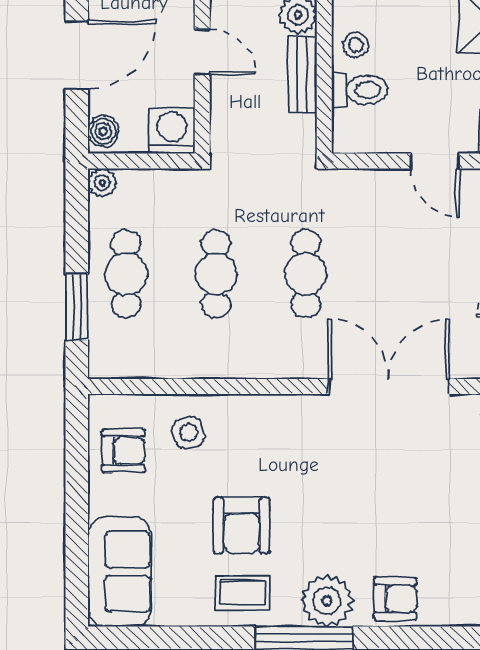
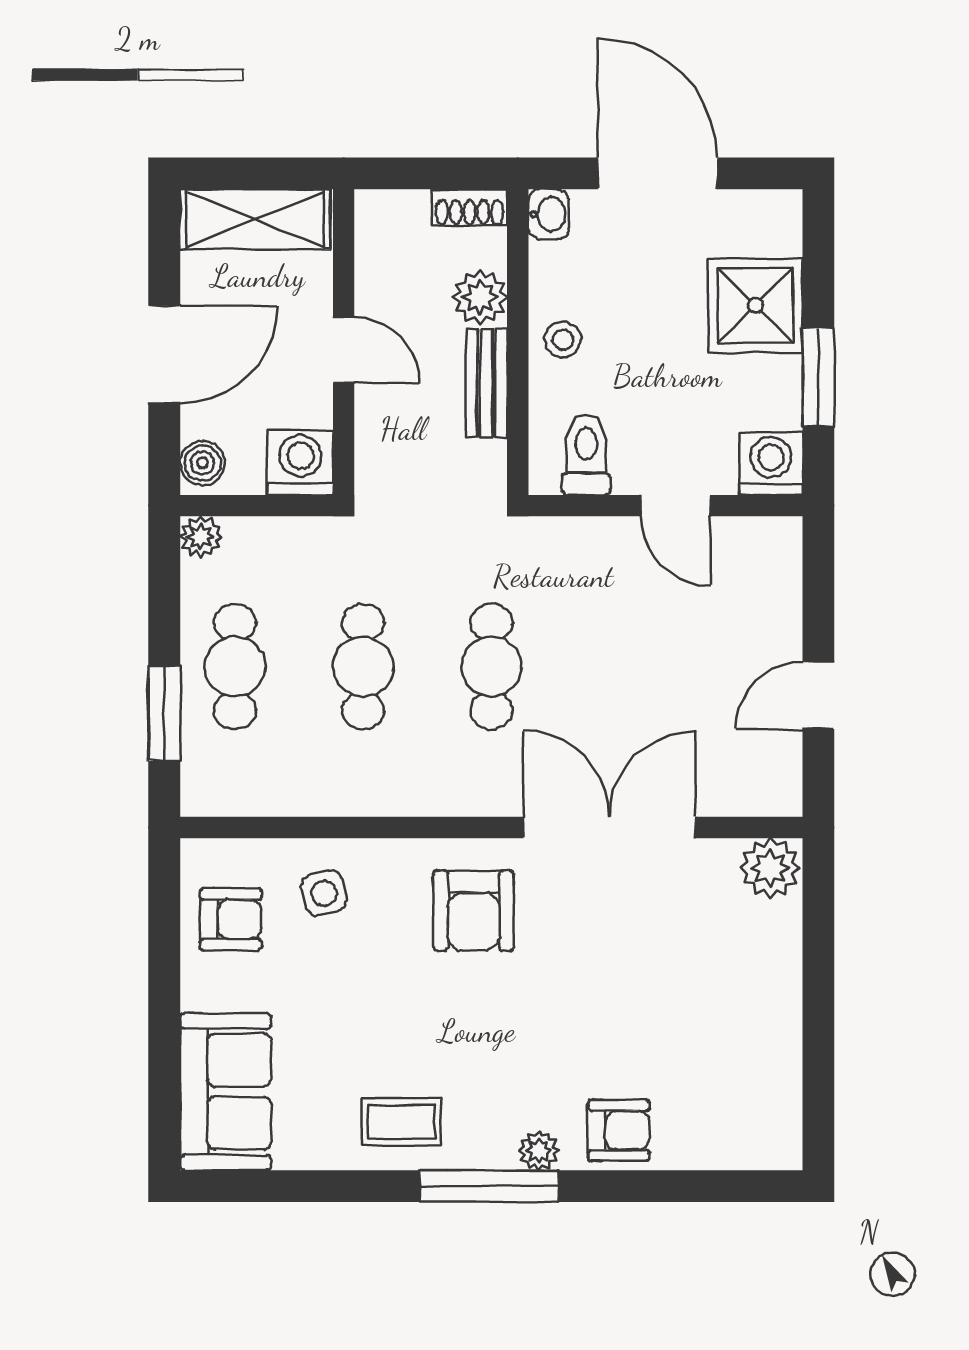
toilet: (360, 90) -> (586, 455), moved, turned -90
armchair: (242, 525) -> (474, 910), moved
plant: (327, 601) -> (539, 1151), width x0.53, depth x0.53

